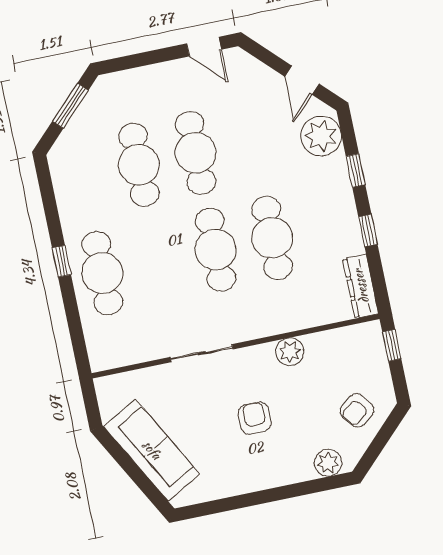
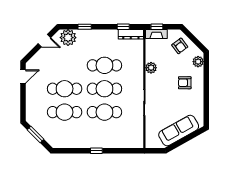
window: (368, 230) -> (123, 27), moved
cafe table: (102, 273) -> (104, 112), moved
fireplace: (374, 348) -> (156, 34), added
armchair: (255, 418) -> (185, 83), moved

